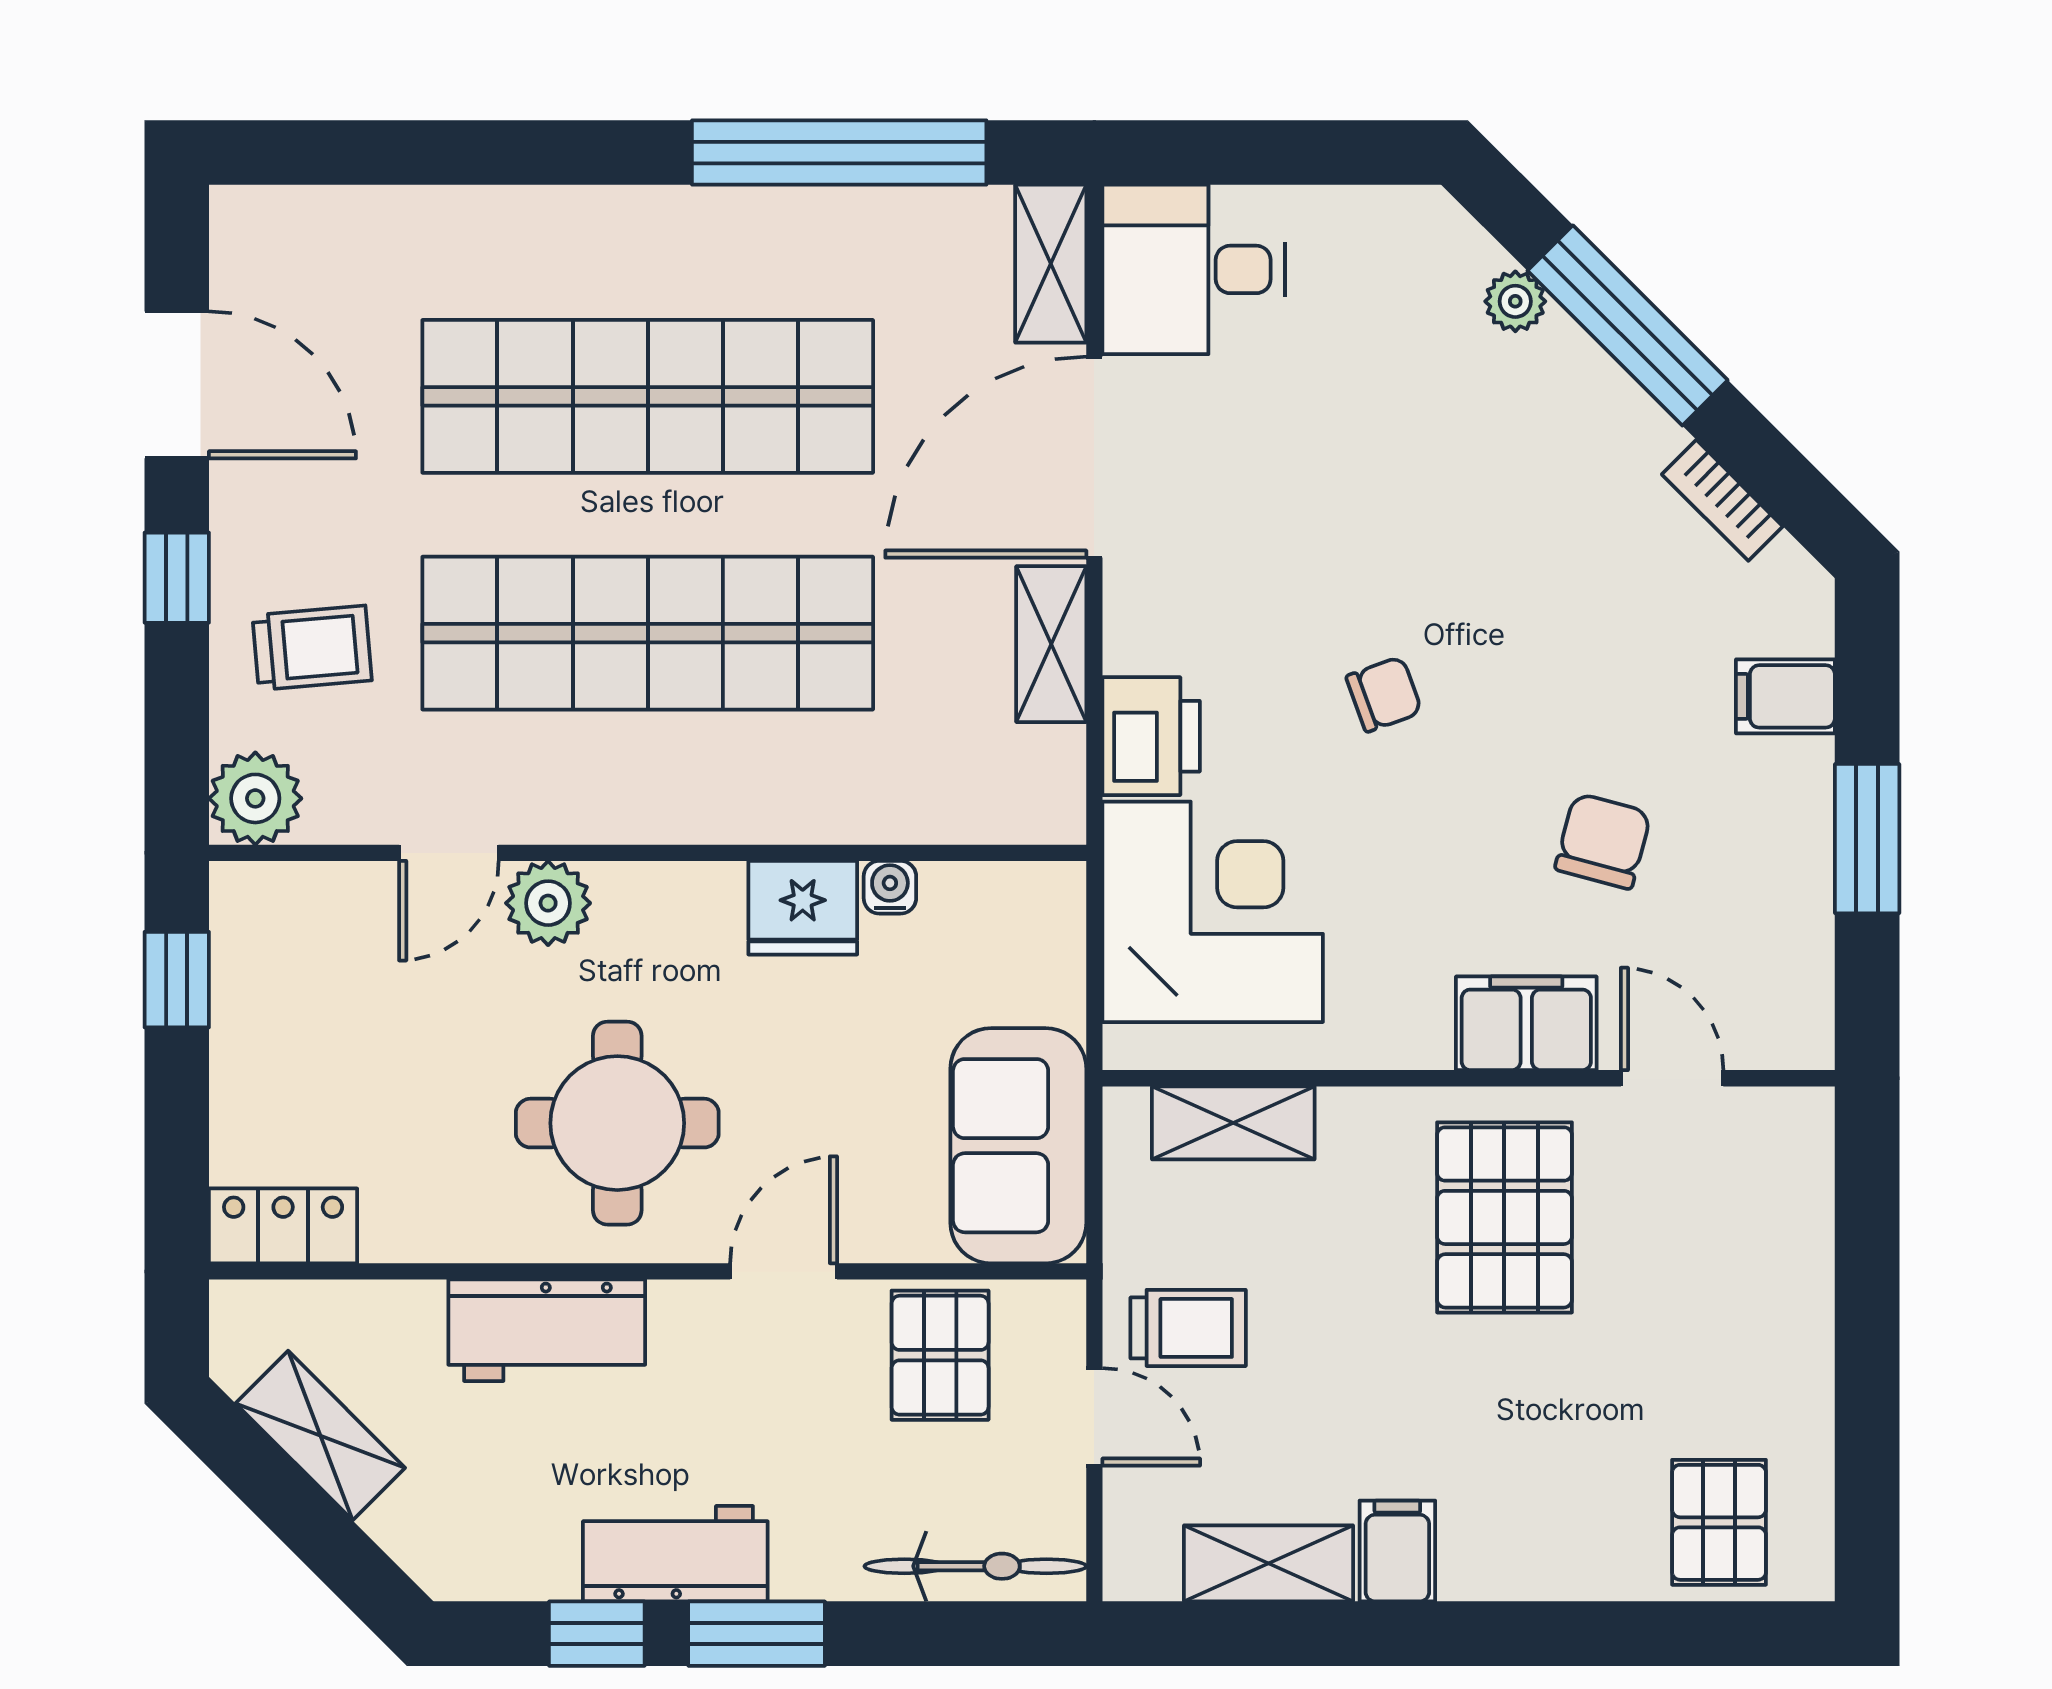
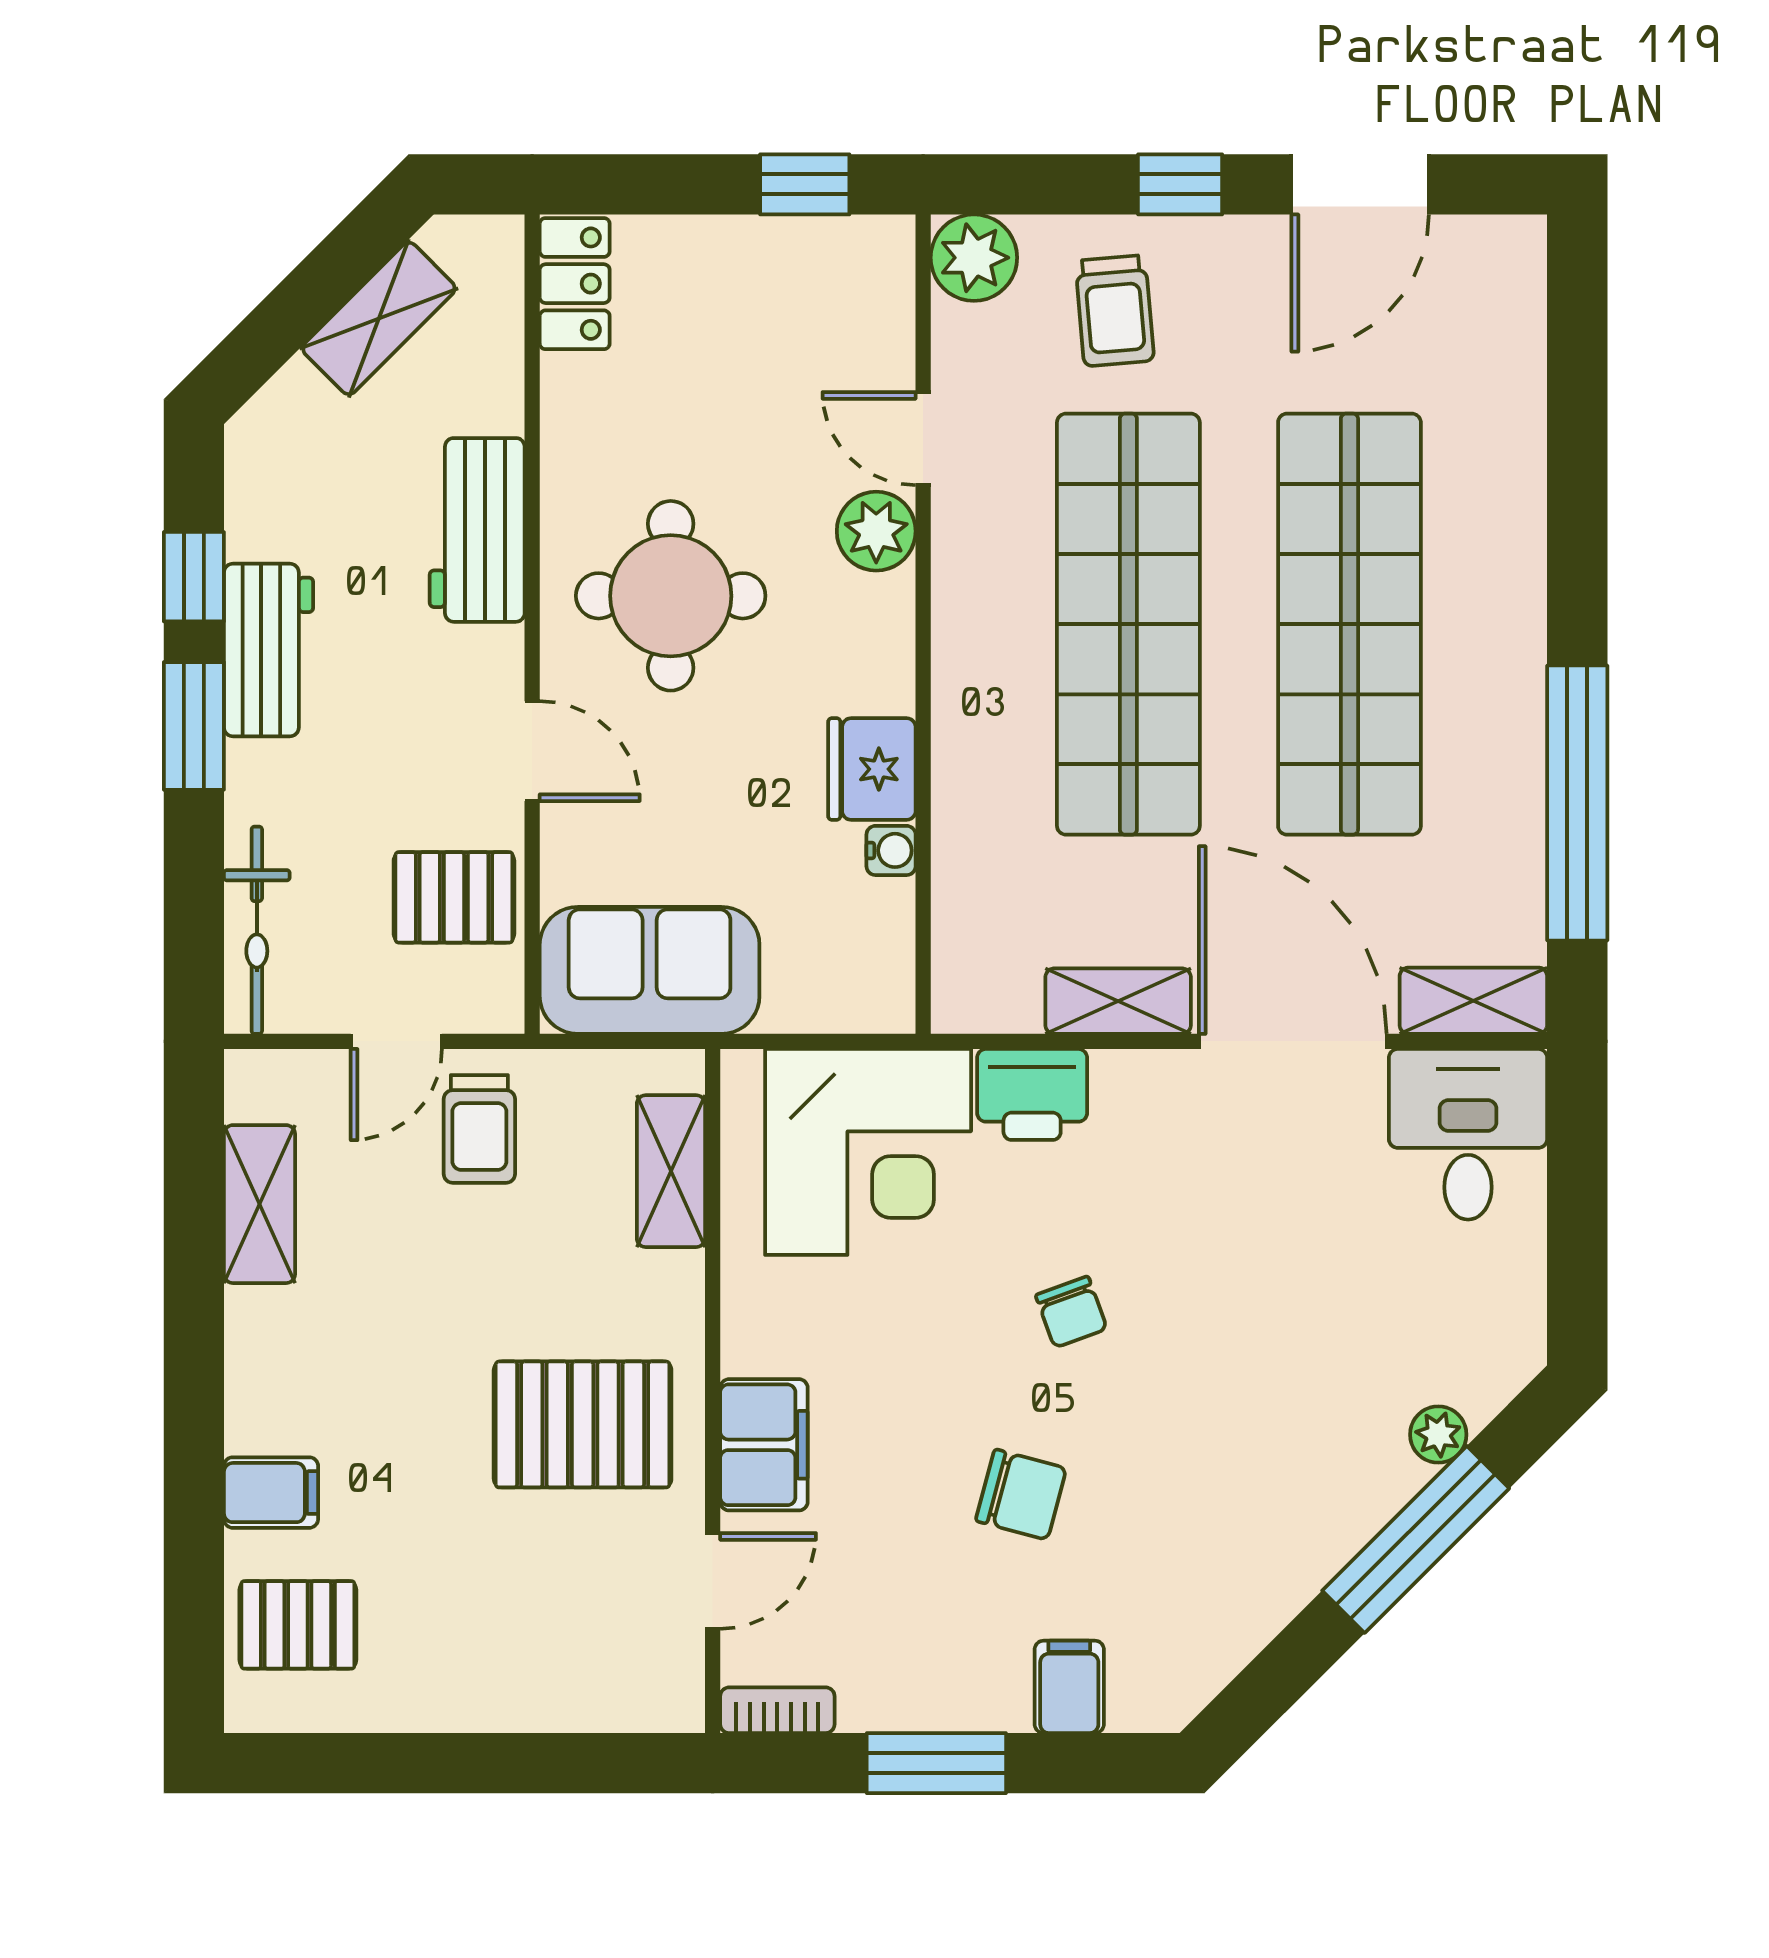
bookcase: (1722, 500) -> (777, 1710), moved, turned 45
chair: (1603, 841) -> (1021, 1495), moved
filing cabinet: (1397, 1551) -> (271, 1493), moved

